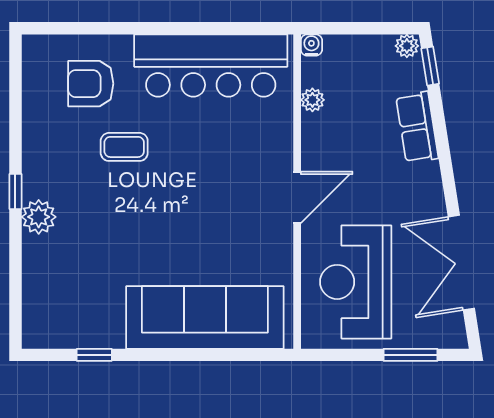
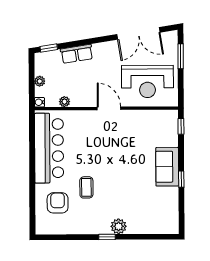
plant: (407, 46) -> (40, 81), moved
armchair: (91, 84) -> (58, 203), turned 180
sofa: (205, 317) -> (167, 167), width x0.54, depth x0.79
window: (94, 355) -> (181, 179), moved
window: (257, 355) -> (181, 126), added

